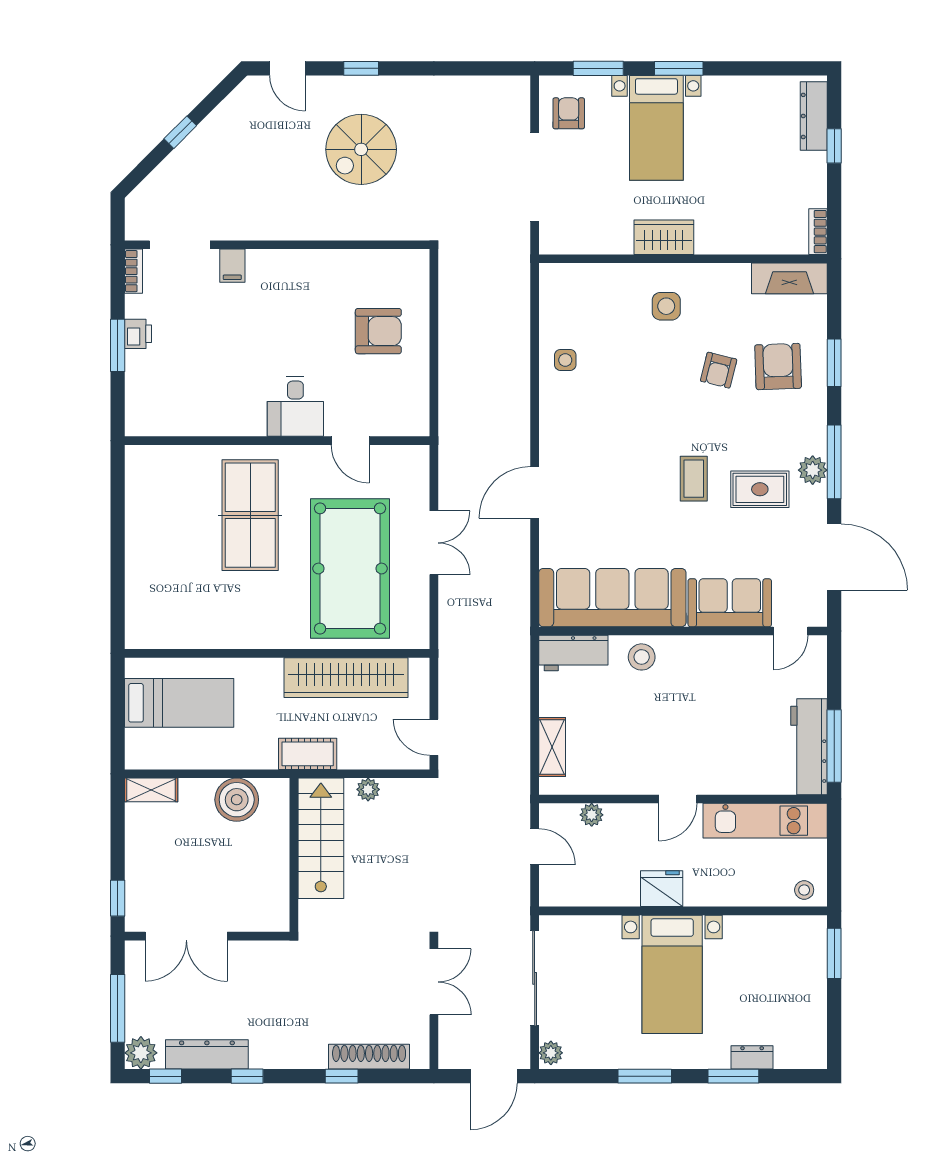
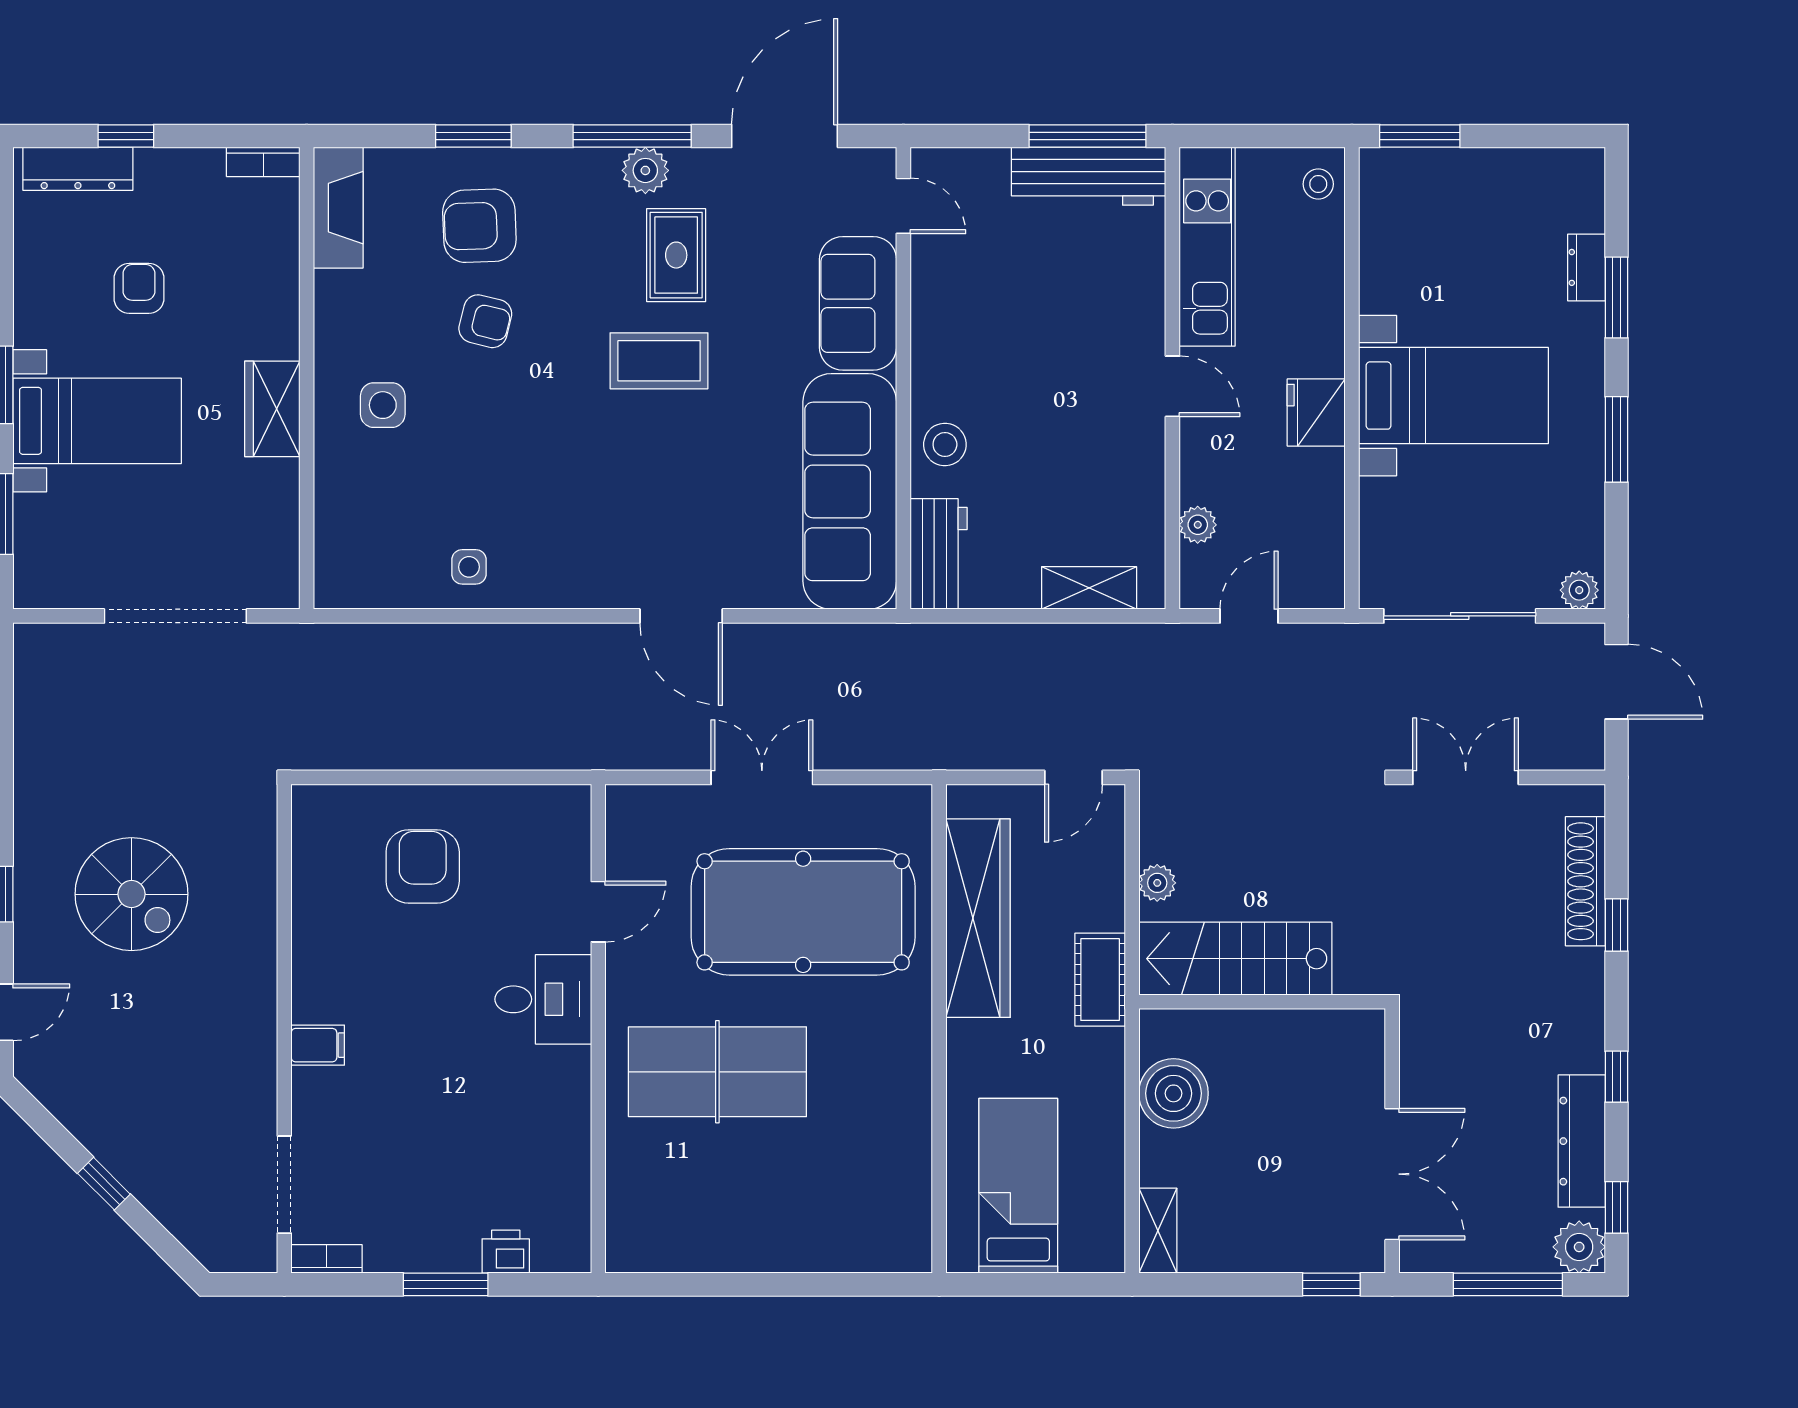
armchair: (569, 113) -> (139, 288), moved, turned 90
filing cabinet: (232, 266) -> (318, 1045), moved
printer: (138, 334) -> (506, 1252), moved
coffee table: (694, 479) -> (659, 361), width x1.36, depth x1.30

